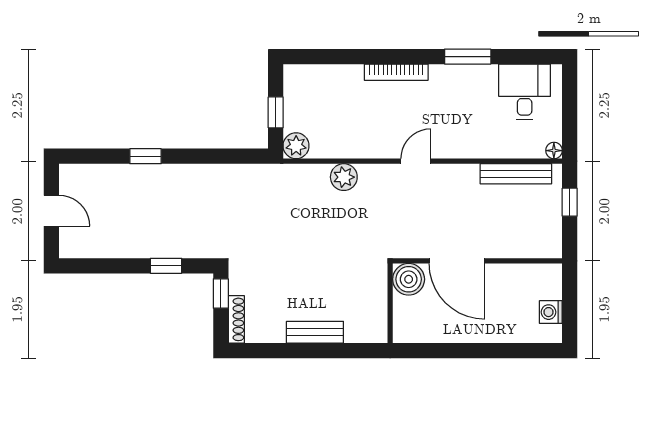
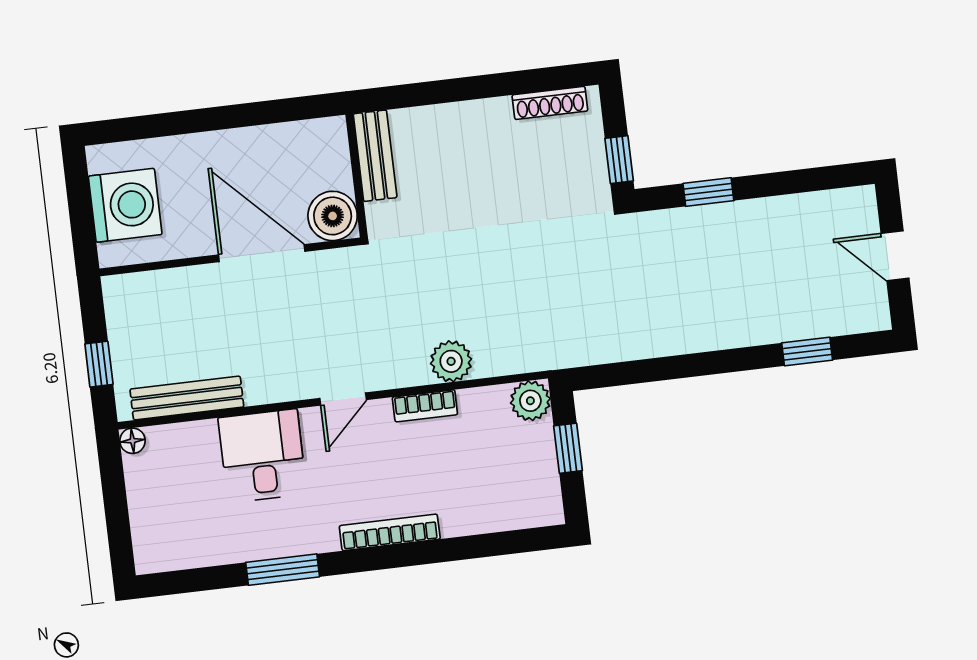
desk: (525, 92) -> (262, 456), moved, turned 180
bookcase: (364, 151) -> (425, 406), added
window: (146, 156) -> (807, 351), moved
washing machine: (551, 312) -> (125, 205), width x1.89, depth x1.89
shoe rack: (236, 319) -> (550, 103), moved, turned -90
bench: (315, 332) -> (375, 156), moved, turned 90

